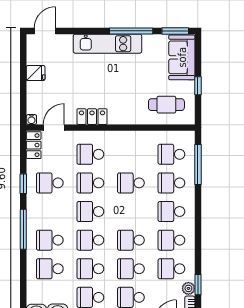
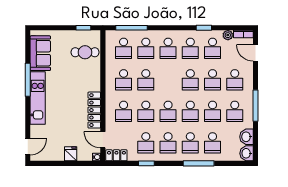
door: (45, 31) -> (28, 147), swing flipped
window: (175, 31) -> (28, 45), removed
sofa: (182, 57) -> (40, 53), moved, turned -90
fridge: (36, 73) -> (71, 154), moved
window: (198, 86) -> (83, 28), moved
cafe table: (166, 105) -> (85, 52), turned 90
locker: (92, 117) -> (94, 110), width x1.53
school desk: (131, 154) -> (124, 80), added
school desk: (50, 212) -> (168, 143), added
window: (23, 229) -> (199, 163), moved
window: (198, 285) -> (204, 28), moved

